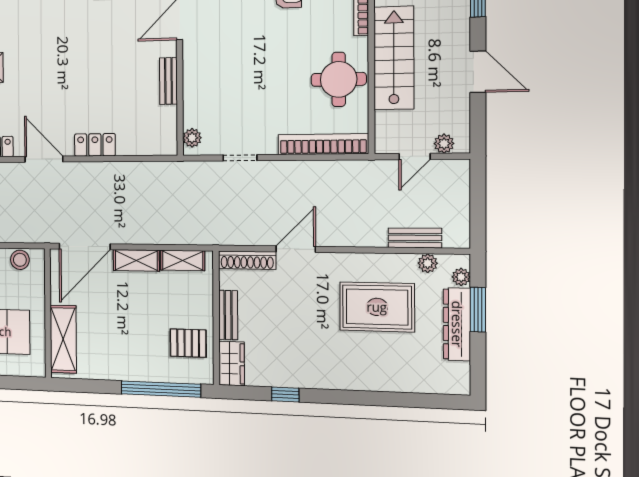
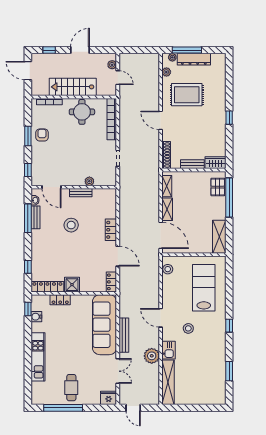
stool: (104, 63) -> (71, 225), added
plant: (192, 138) -> (89, 181), moved
door: (44, 159) -> (118, 256), swing flipped
bench: (415, 238) -> (155, 78), removed
door: (296, 249) -> (161, 120), moved
rug: (377, 307) -> (187, 95), turned 90
window: (478, 310) -> (187, 50), width x1.44
shelving: (63, 339) -> (219, 237), moved, turned 90
pallet: (188, 343) -> (218, 187), moved
window: (285, 395) -> (229, 118), moved

